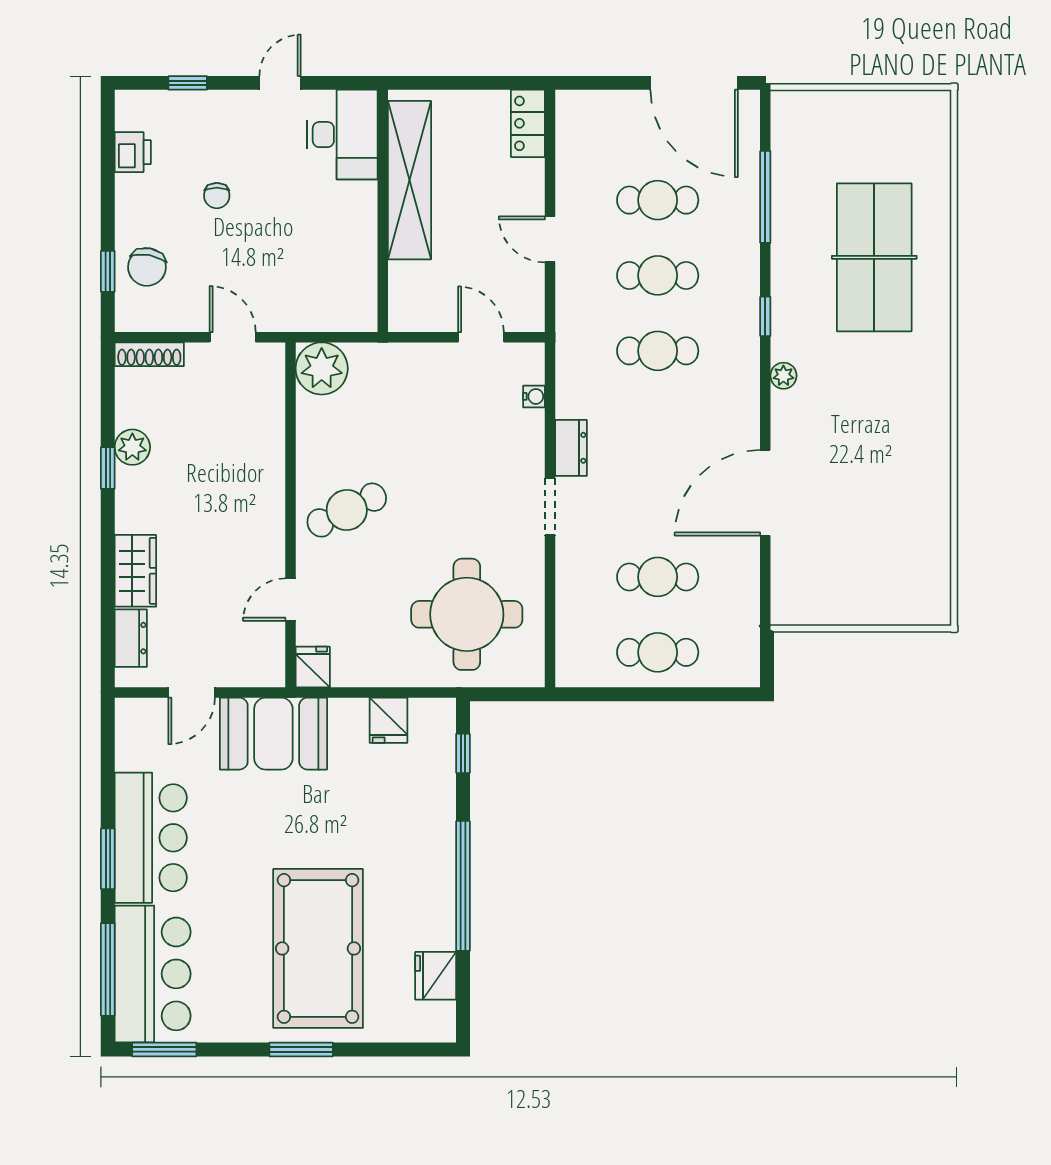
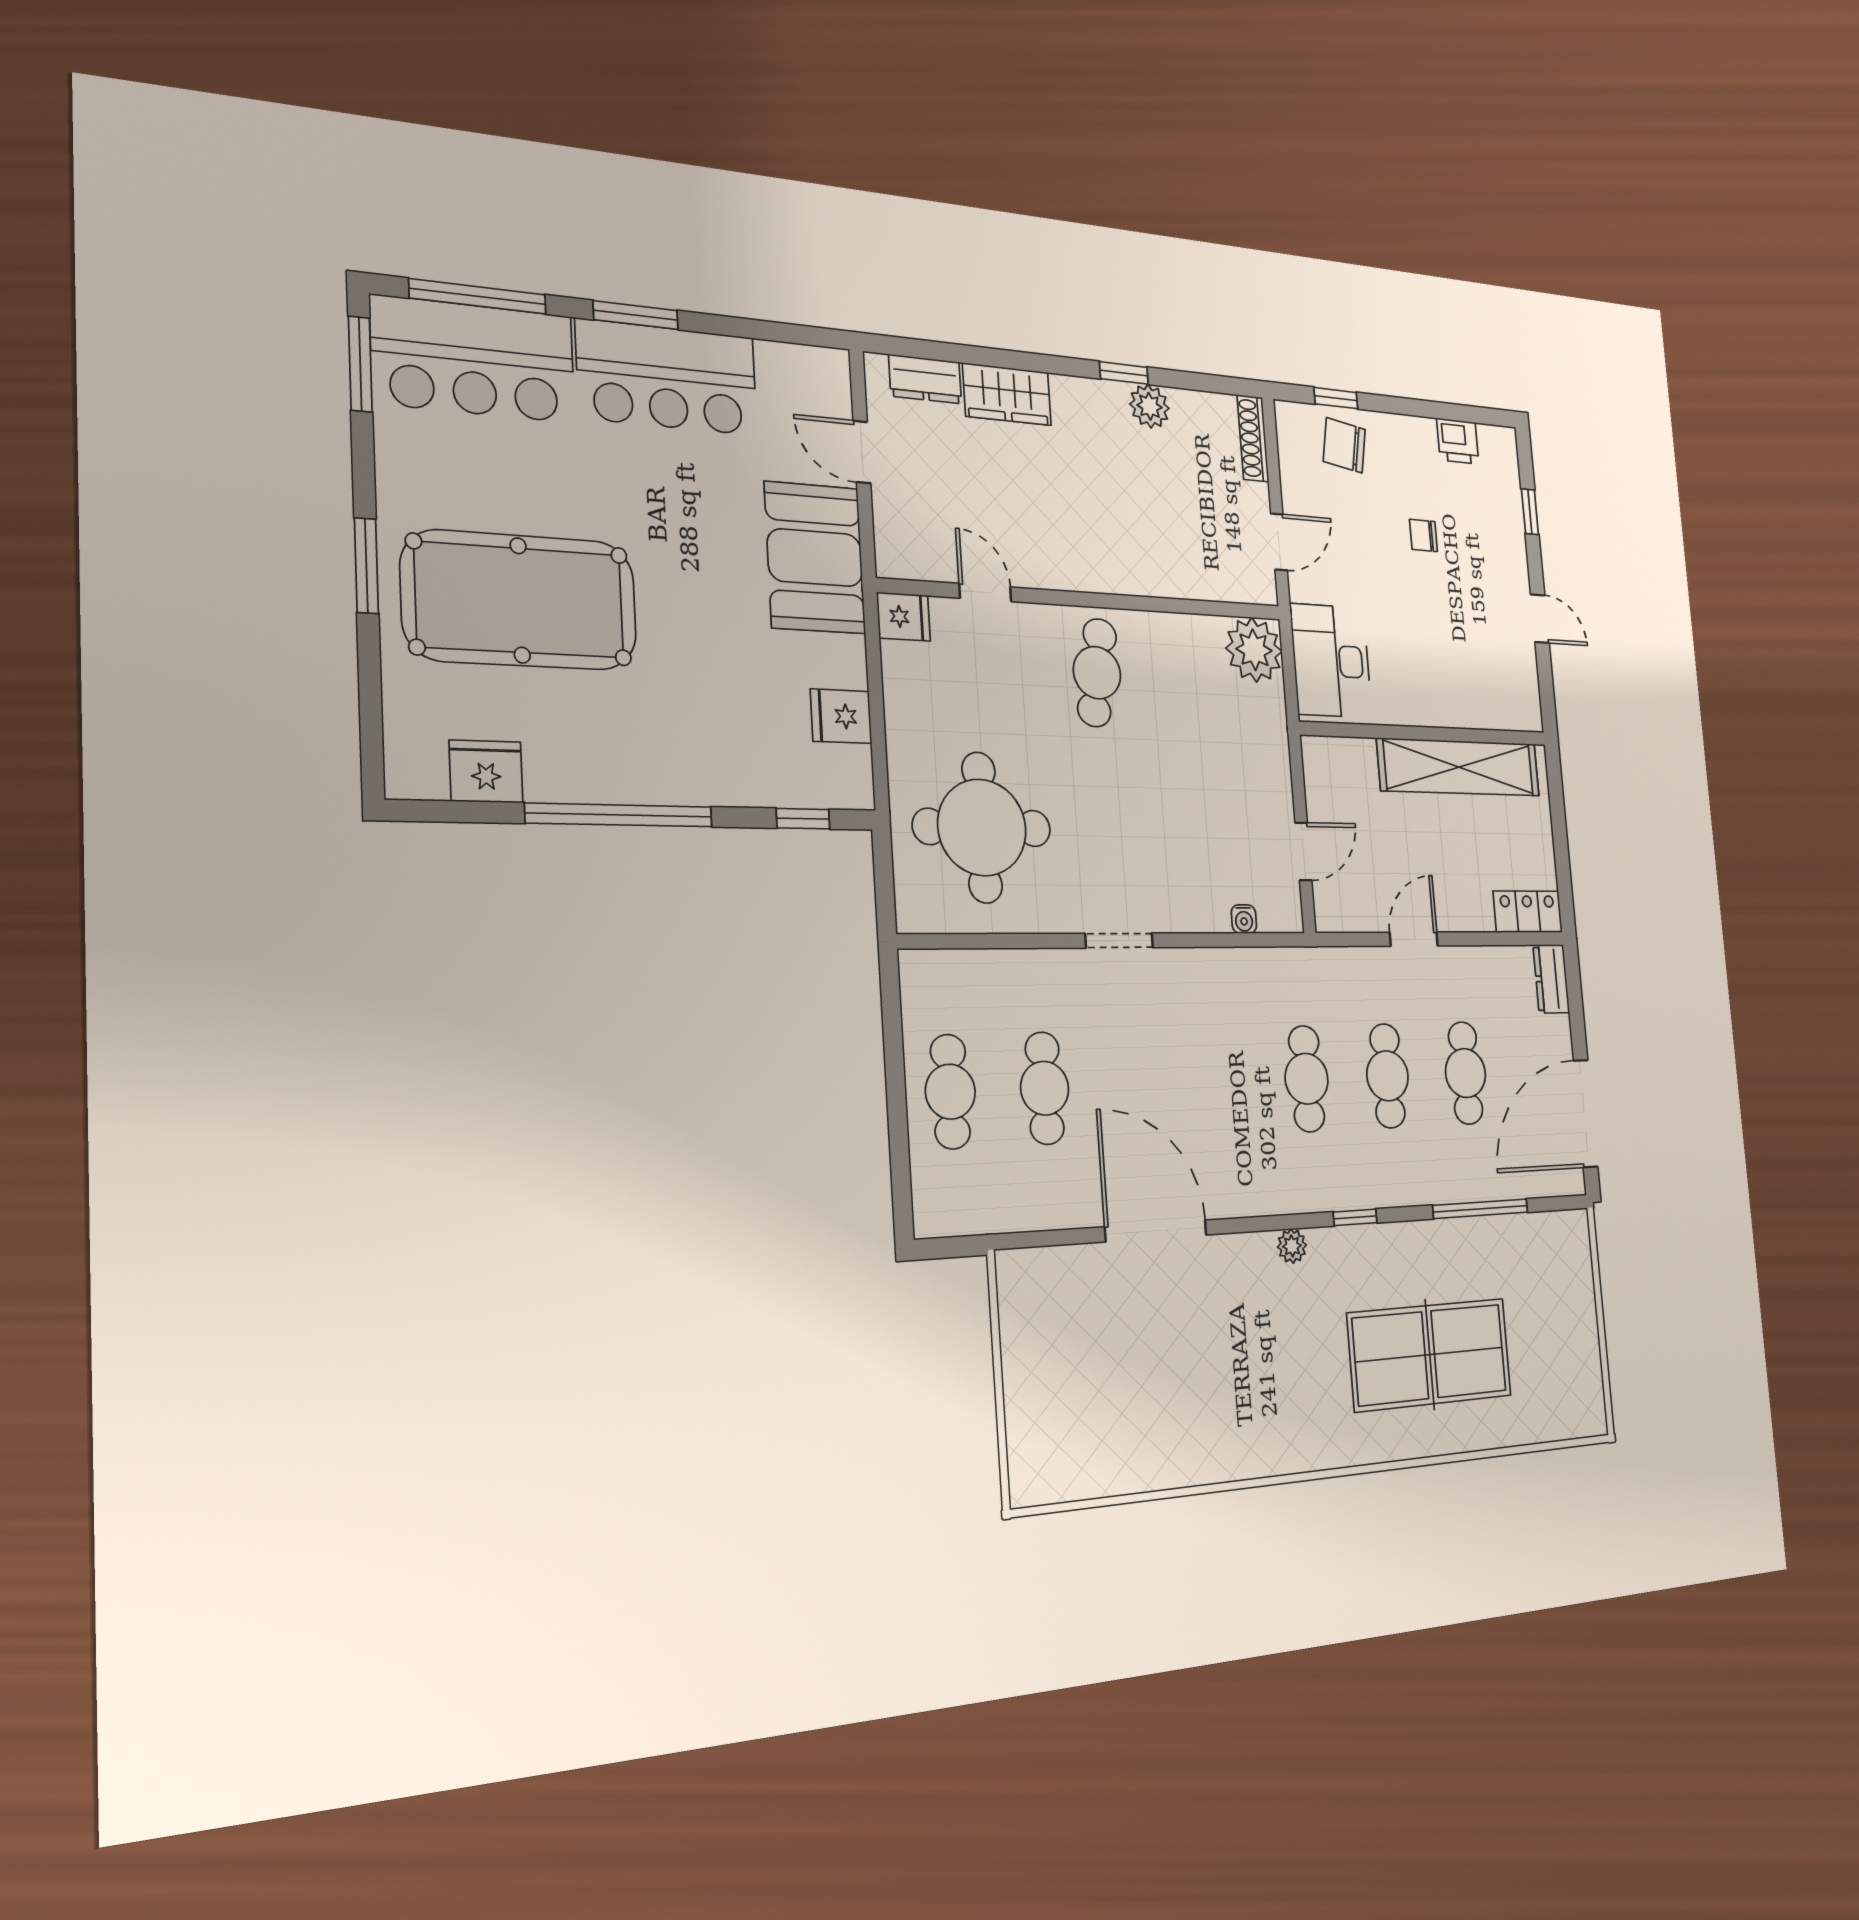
desk: (342, 135) -> (1331, 661), moved, turned 90
dresser: (571, 448) -> (1551, 979), moved, turned 90
cafe table: (347, 510) -> (1097, 673), turned 35

